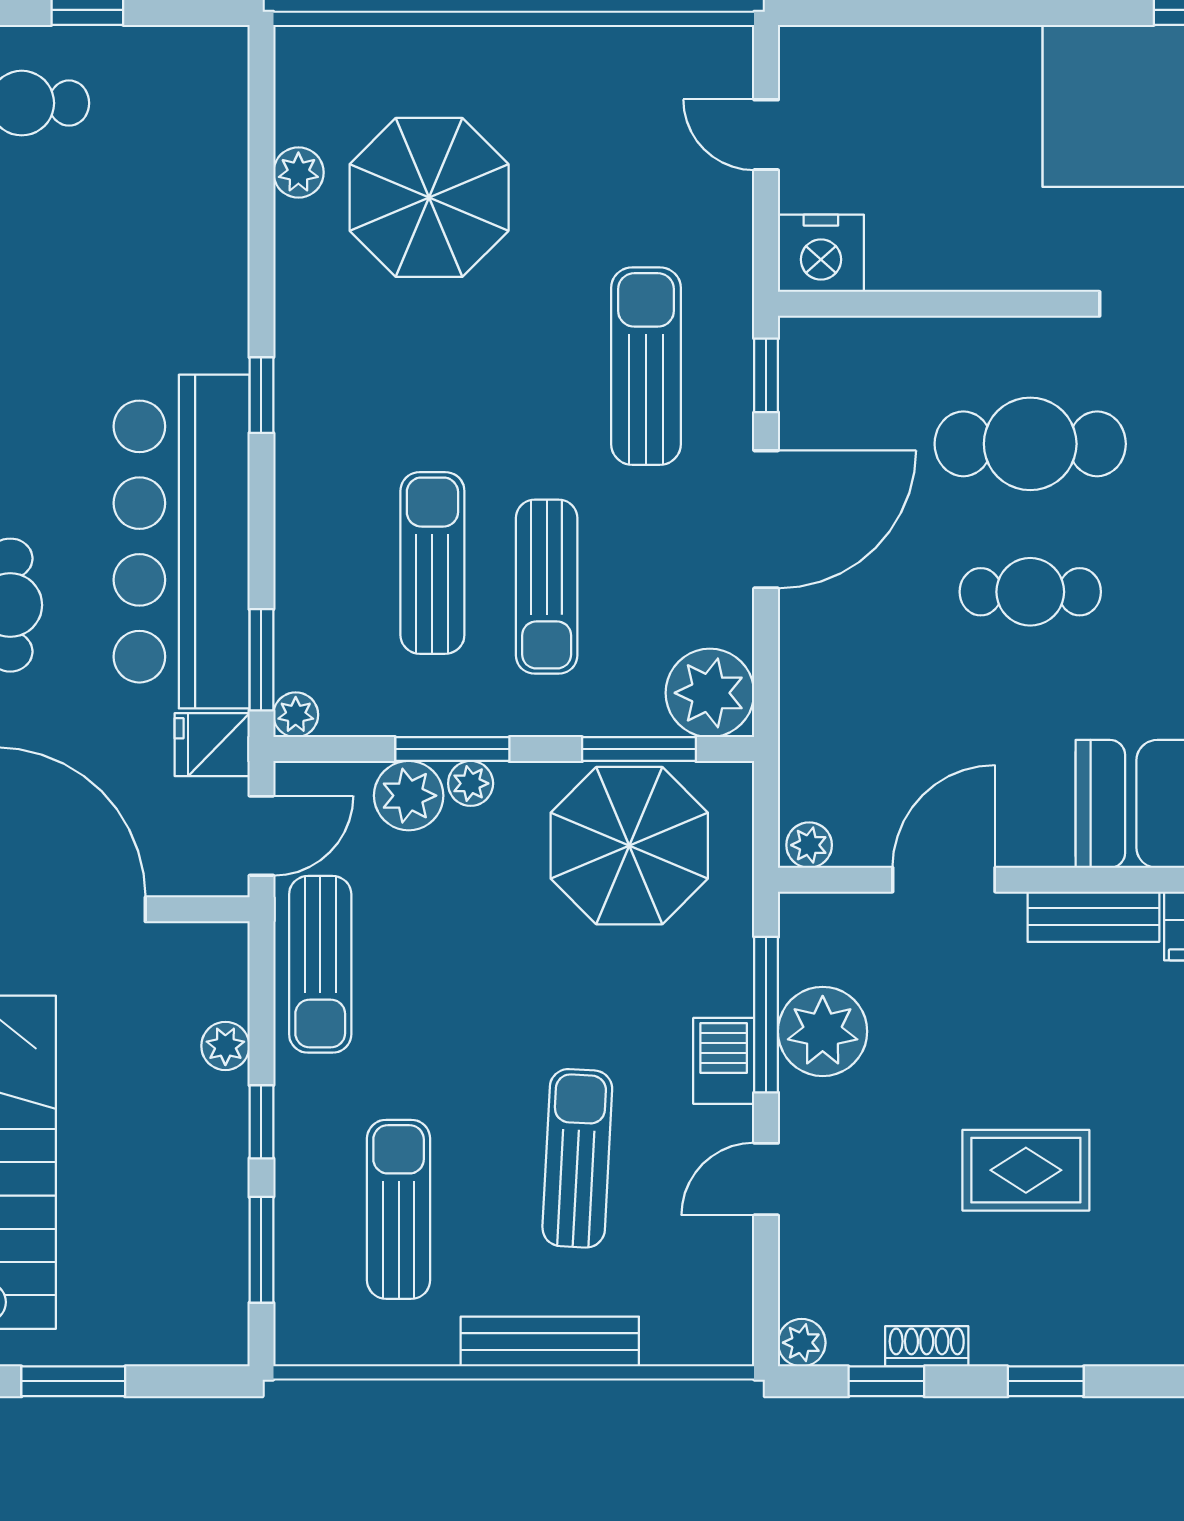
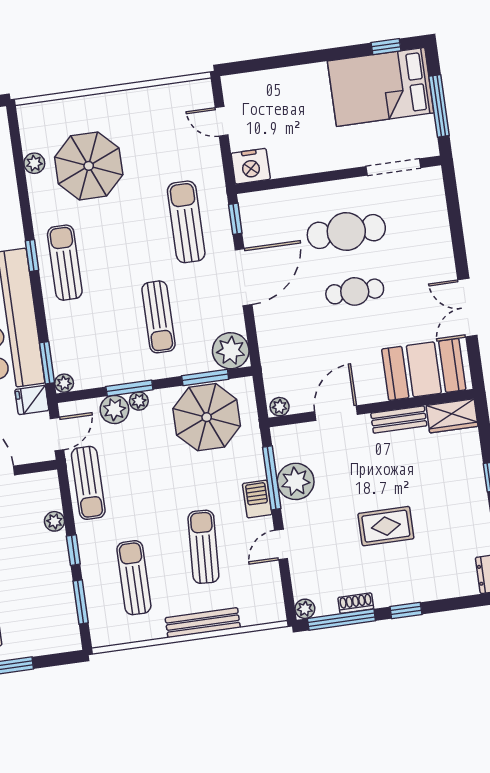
sun lounger: (432, 563) -> (65, 263), moved
window: (886, 1381) -> (341, 620), width x2.17

